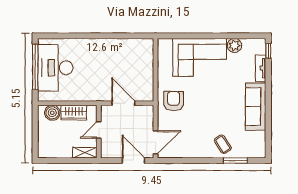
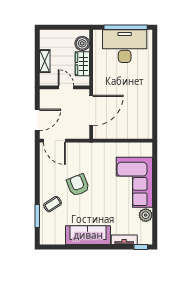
armchair: (174, 101) -> (78, 185), moved, turned -111
door: (123, 103) -> (91, 111), width x1.36
shelving: (85, 153) -> (45, 61), moved

